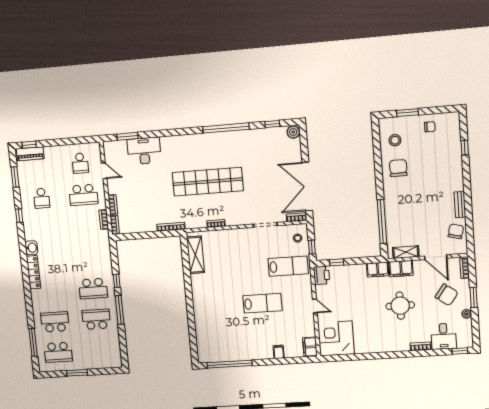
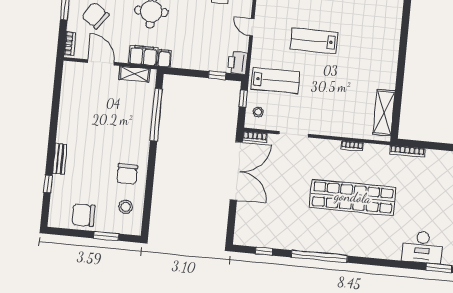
chair: (430, 127) -> (83, 215), width x1.87, depth x1.87
plant: (293, 132) -> (241, 237), removed
bench: (460, 205) -> (60, 159), moved
chair: (456, 231) -> (73, 89), removed
lab bench: (288, 266) -> (275, 80), turned 180
filing cabinet: (378, 269) -> (164, 58), width x0.50

